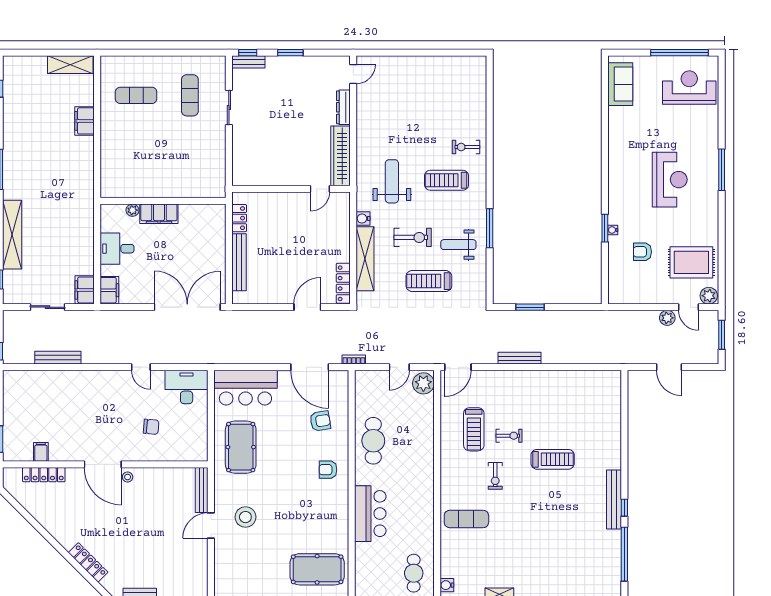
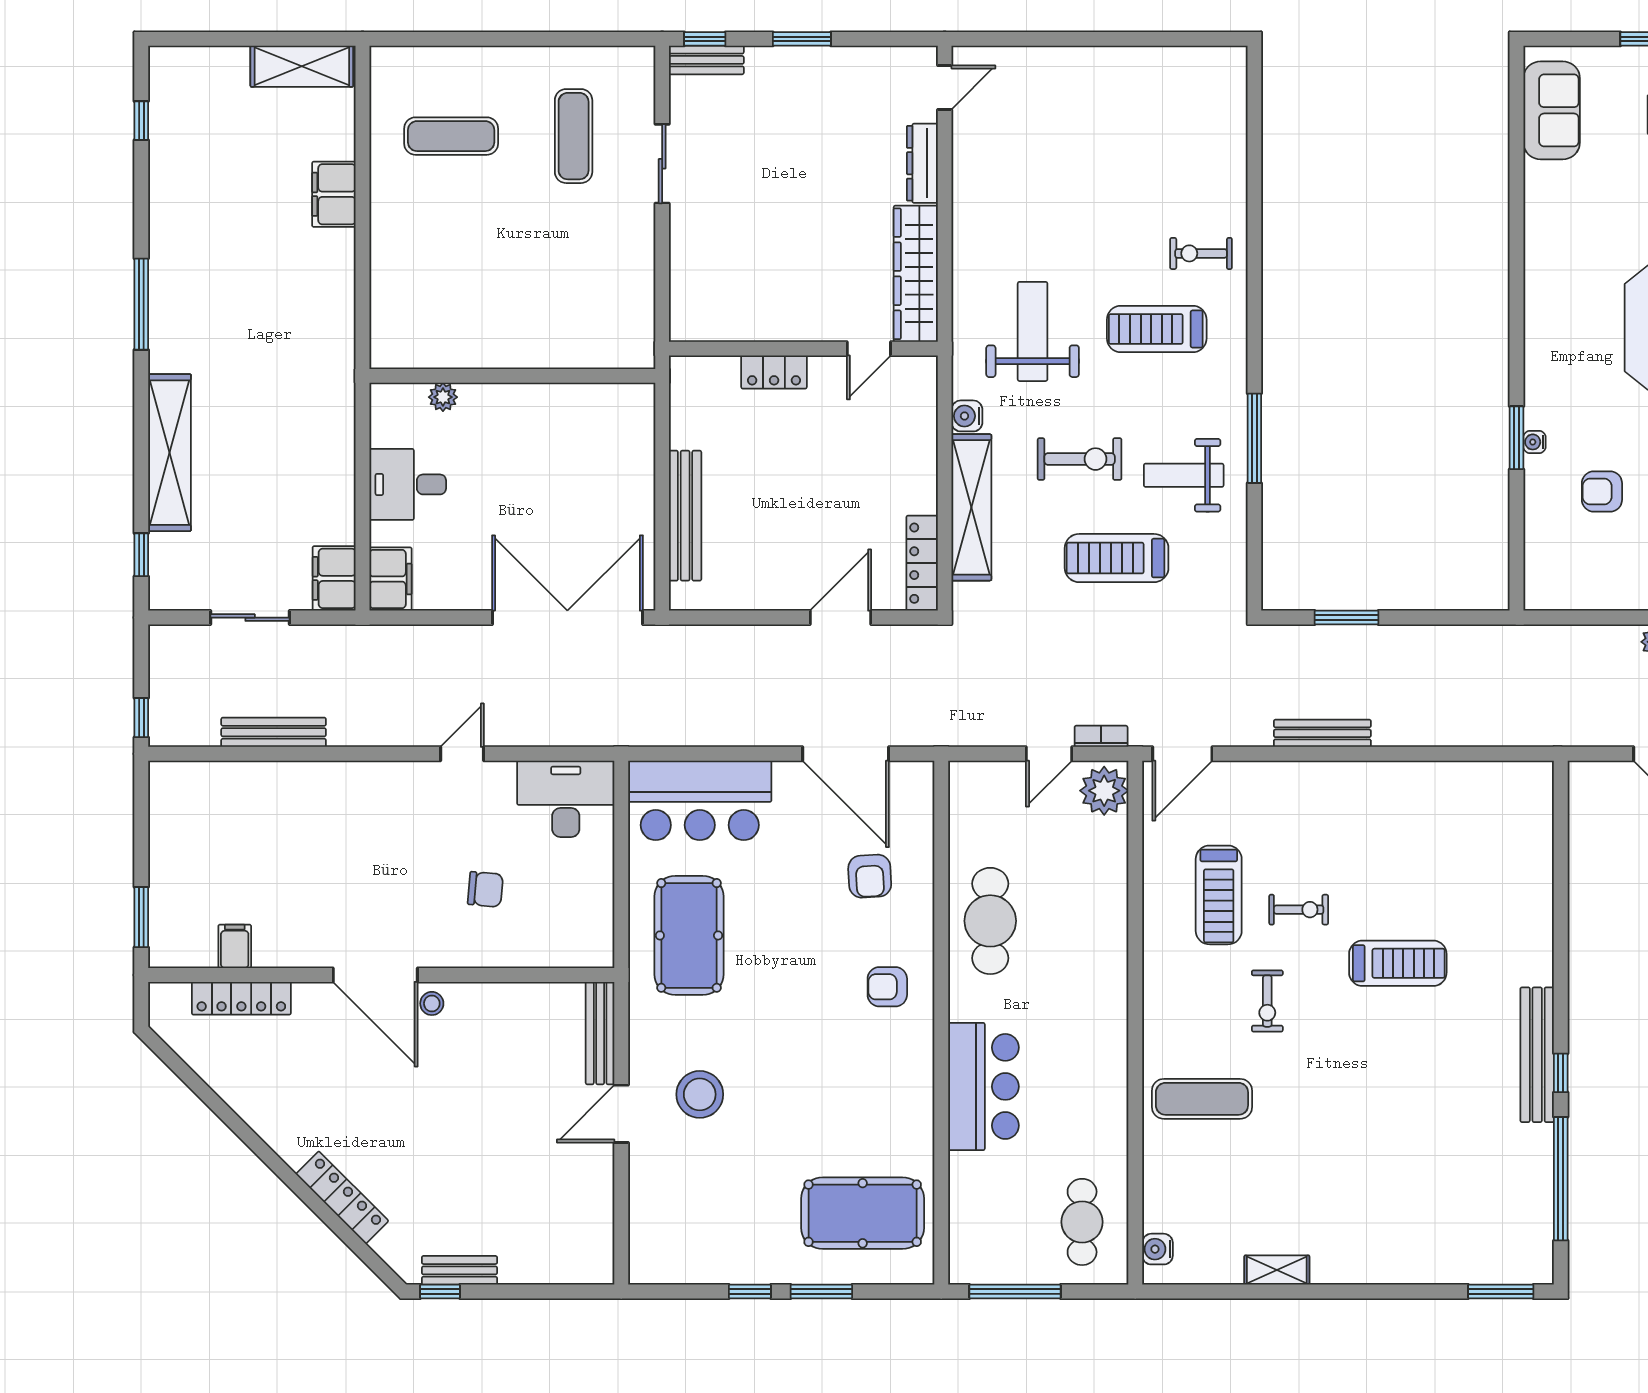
filing cabinet: (159, 214) -> (503, 405), removed
locker: (239, 218) -> (774, 372), moved, turned 90
bookcase: (354, 359) -> (1101, 736), moved
door: (141, 367) -> (462, 754), swing flipped
armchair: (320, 421) -> (870, 876), turned 96

